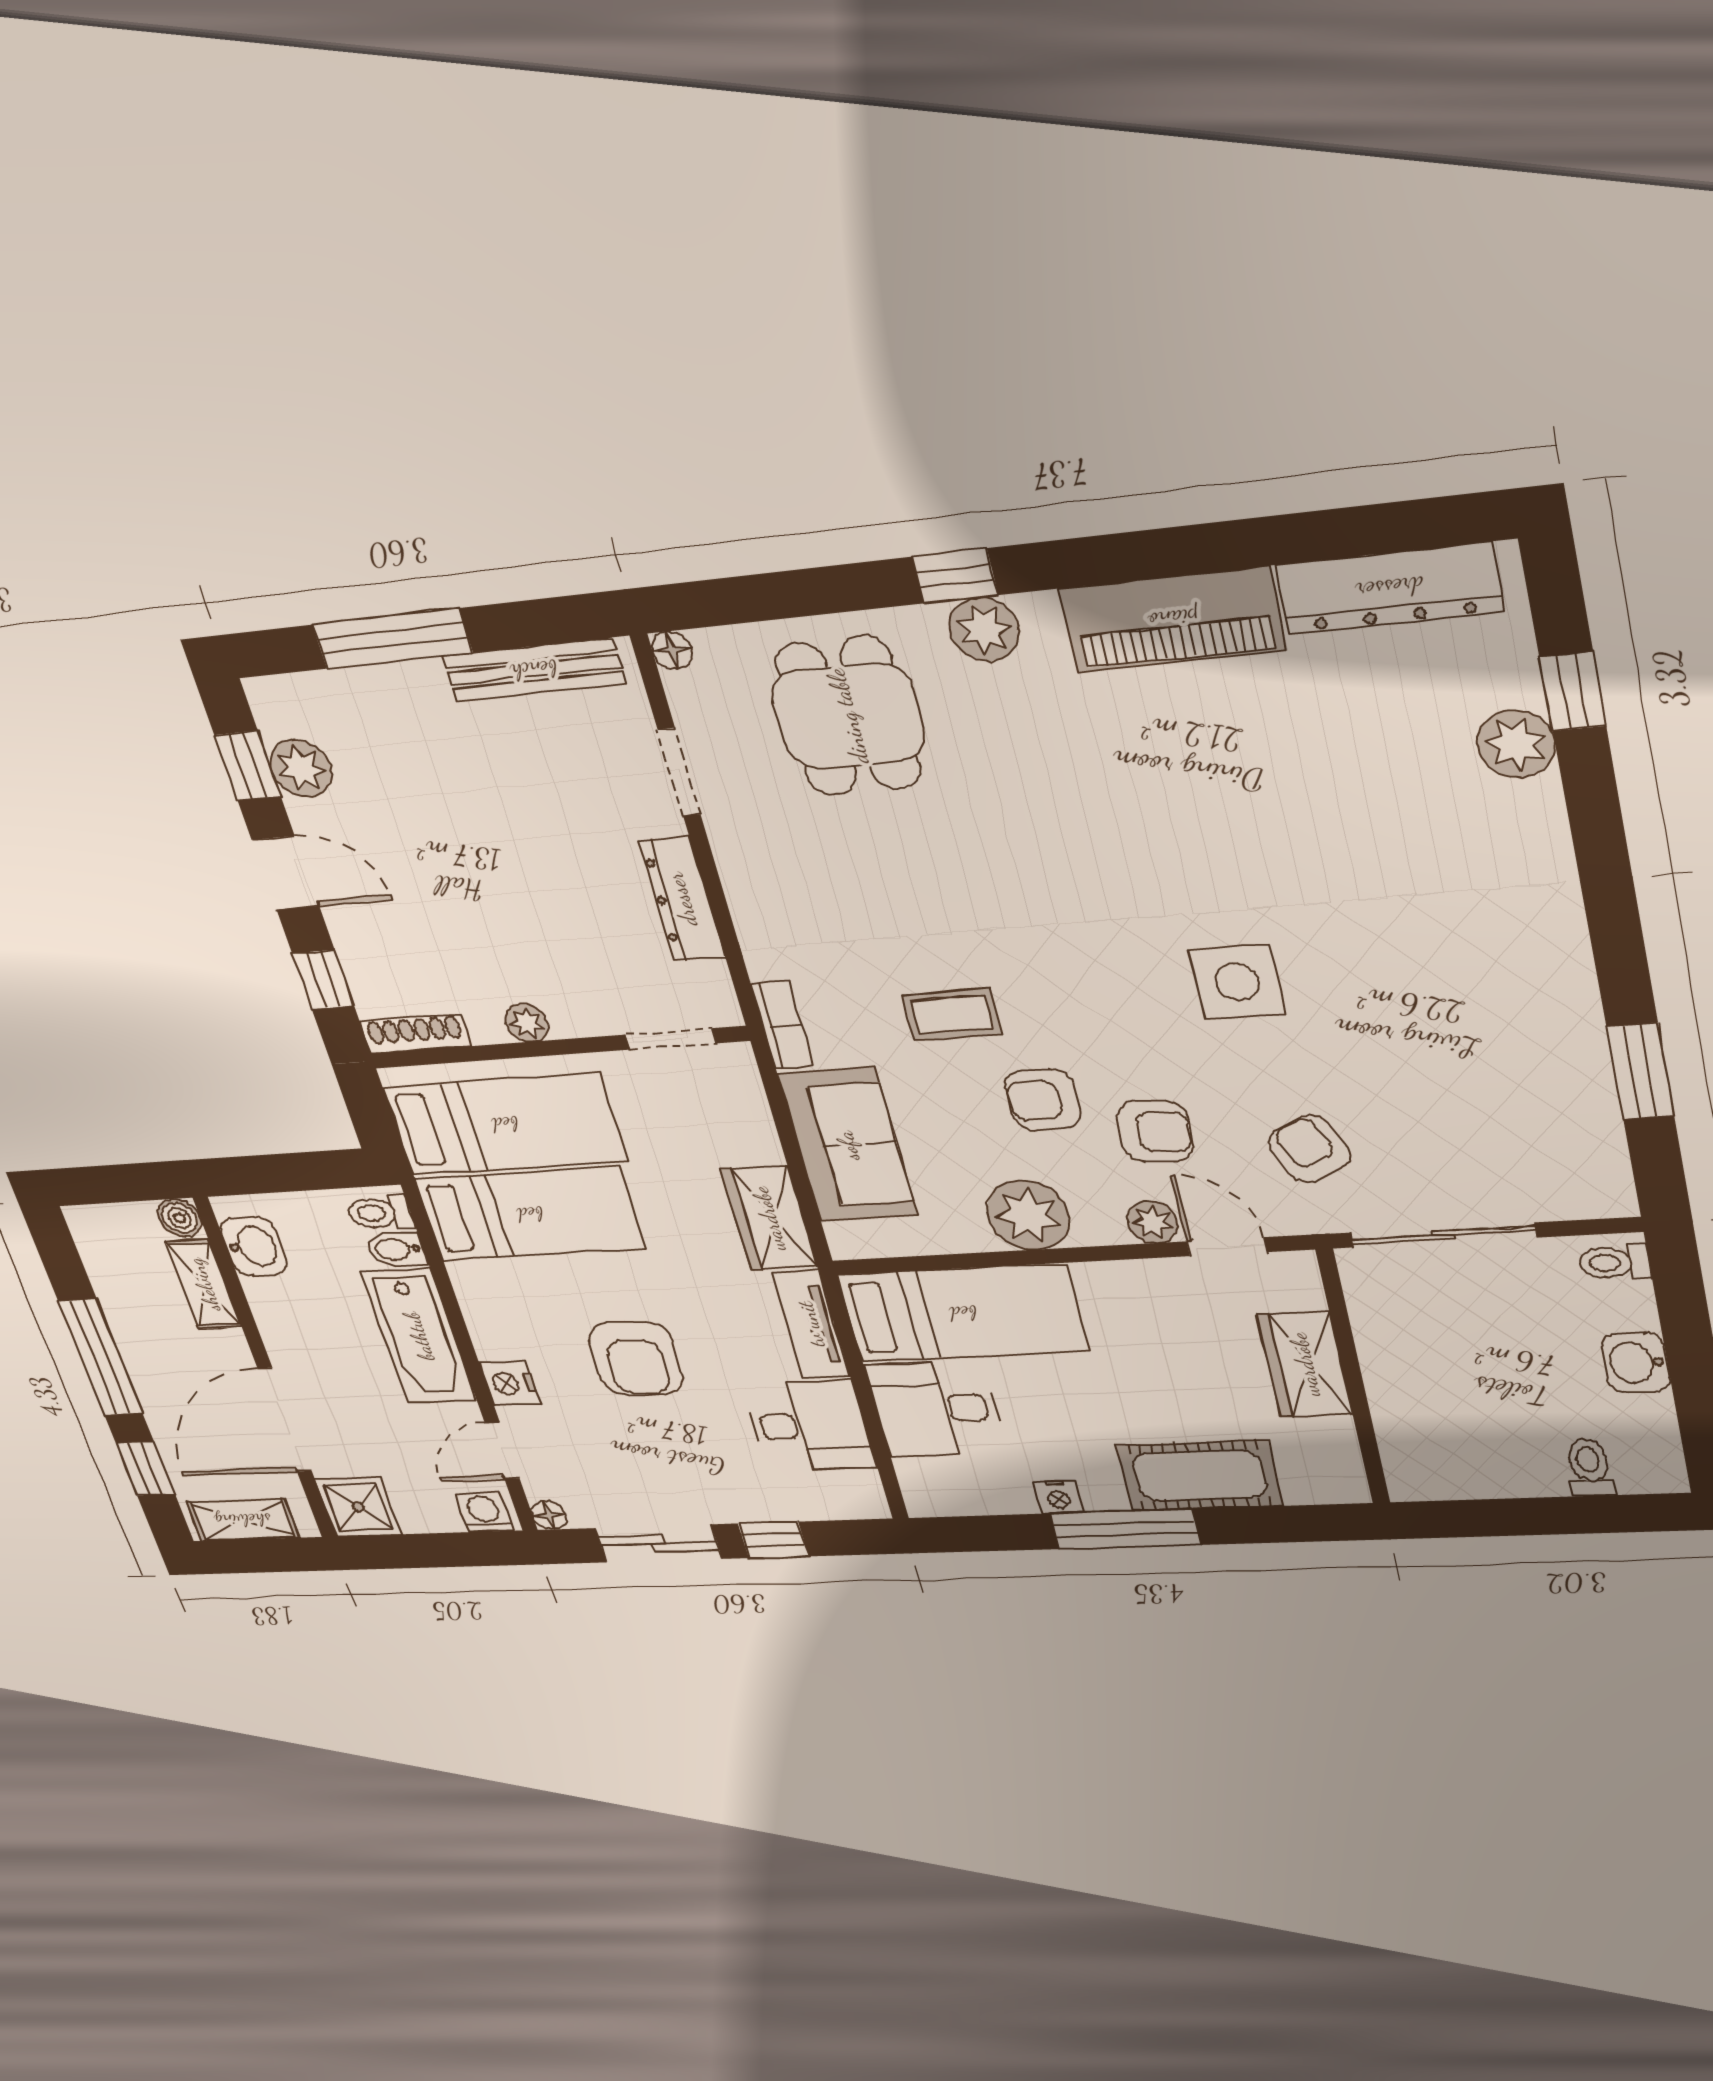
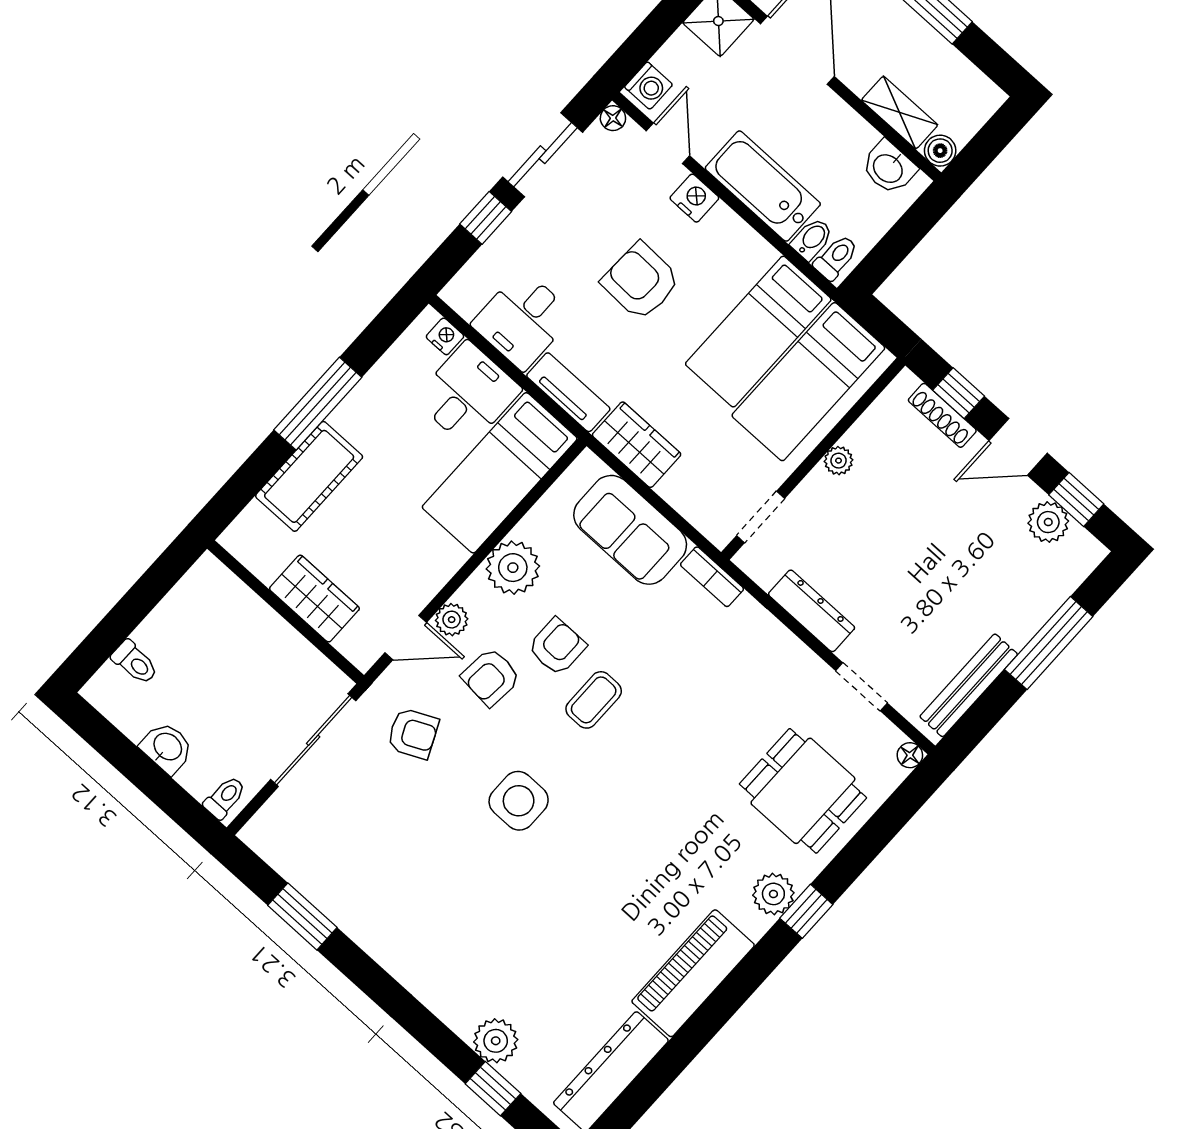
coffee table: (952, 1014) -> (594, 700), moved
shoe rack: (416, 1034) -> (942, 415), moved, turned 90
nightstand: (1058, 1497) -> (445, 336), moved, turned 90

